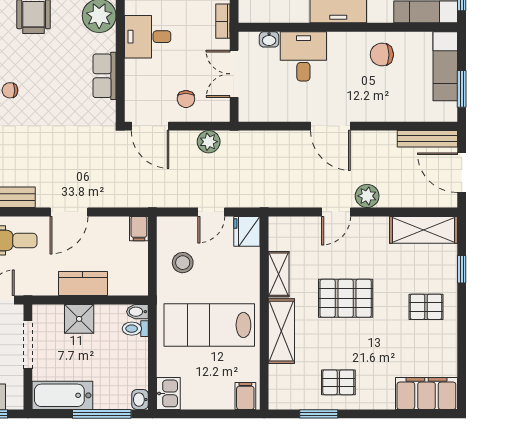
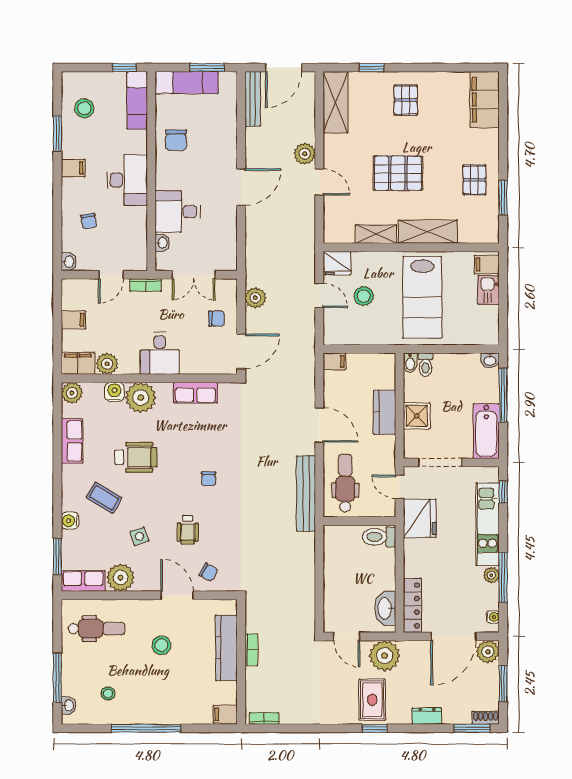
stool: (183, 263) -> (364, 296), moved
pallet: (346, 298) -> (398, 173), turned 90
kitchen sink: (168, 393) -> (489, 290), moved, turned -90

